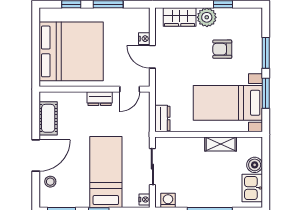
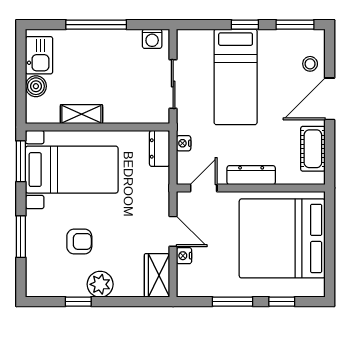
wardrobe: (180, 17) -> (157, 275), moved, turned -90
window: (266, 93) -> (21, 161), moved
dresser: (100, 99) -> (251, 175), width x1.44
nightstand: (145, 200) -> (184, 143), moved

